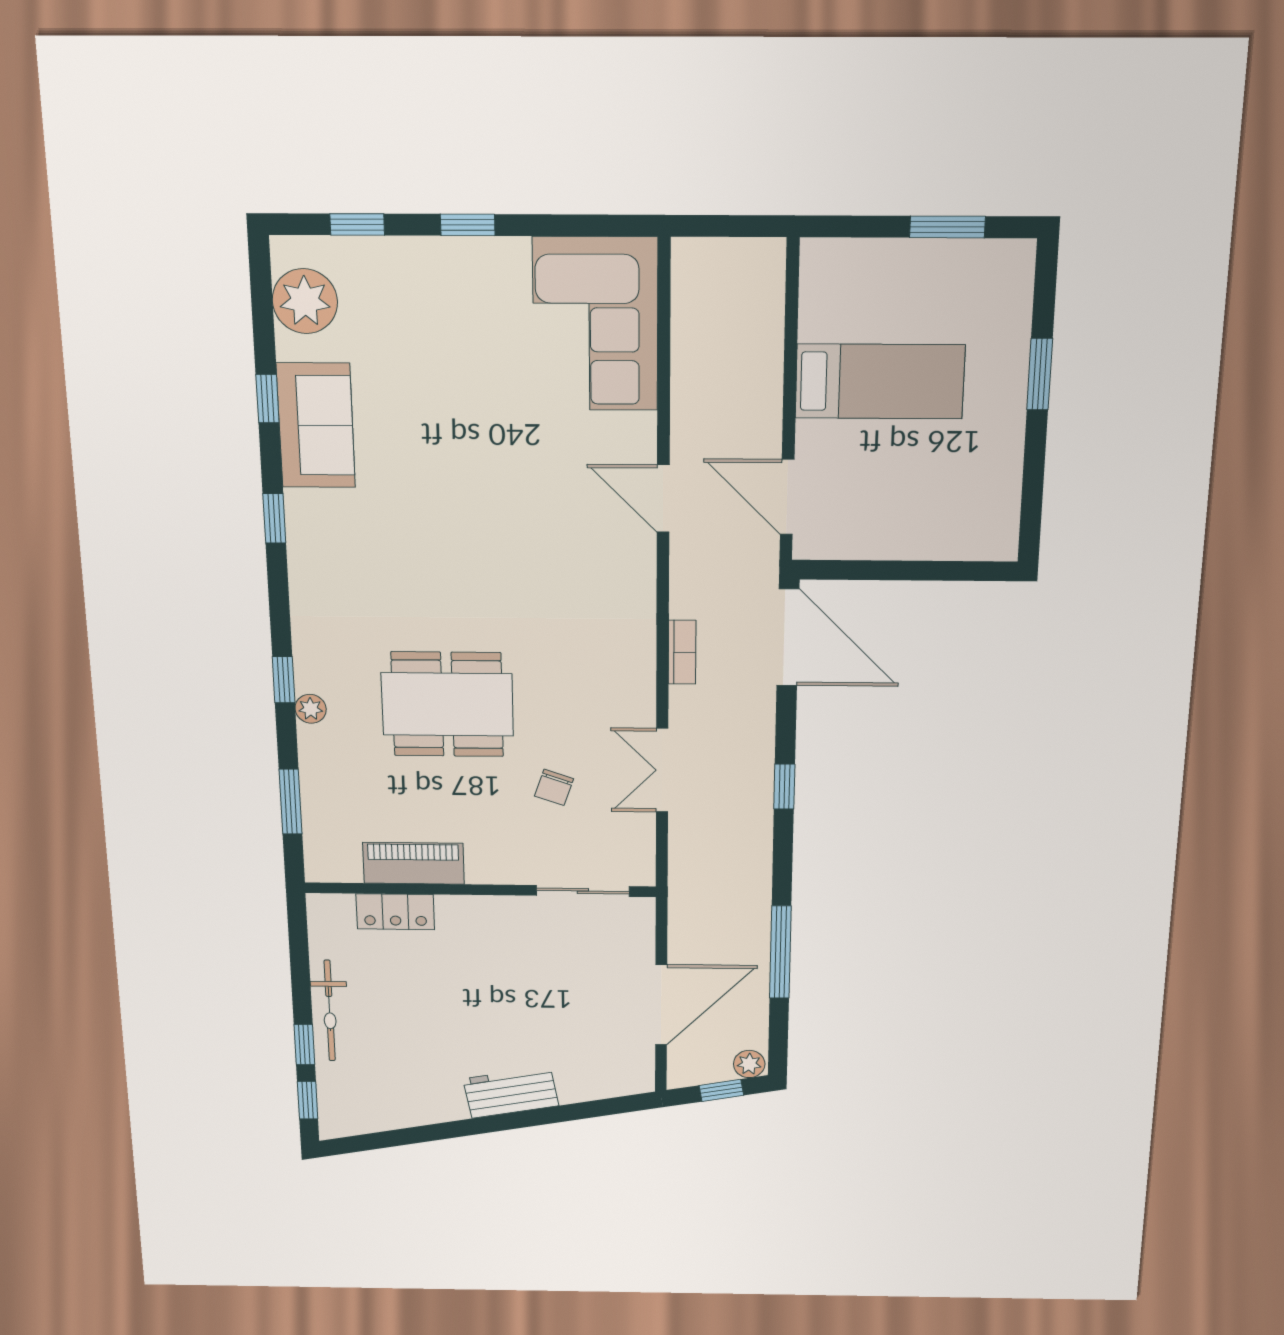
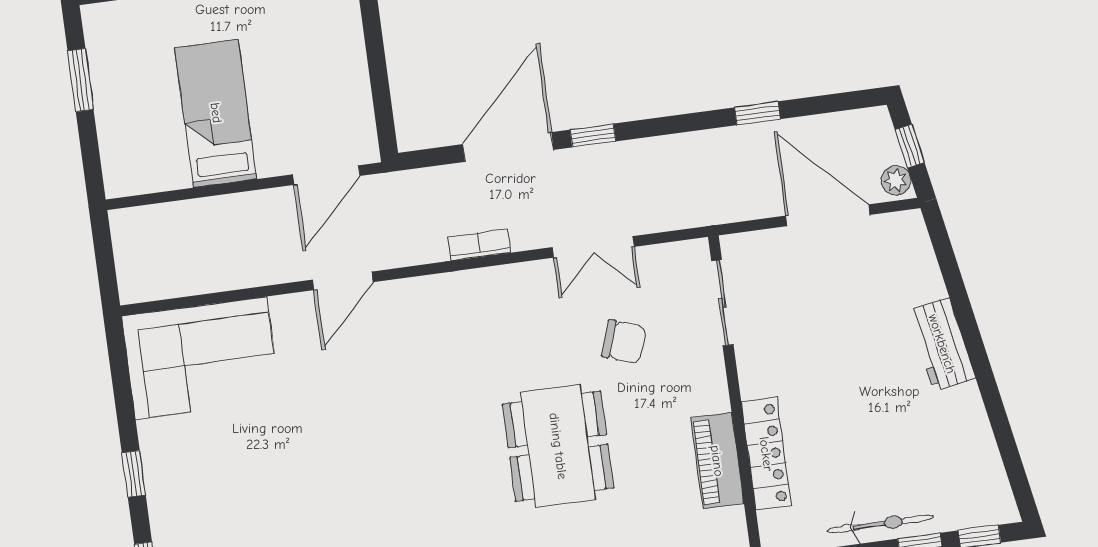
door: (788, 637) -> (508, 147), moved
chair: (554, 787) -> (624, 342), width x1.37, depth x1.37
locker: (395, 912) -> (766, 454), width x1.53
window: (780, 952) -> (757, 113), width x0.46
plant: (749, 1064) -> (896, 180), moved

